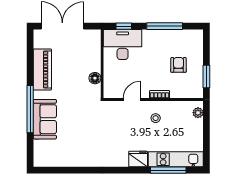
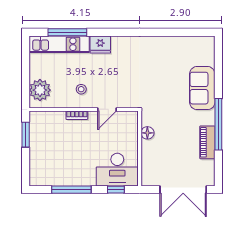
armchair: (178, 65) -> (56, 147), removed
piano: (42, 69) -> (207, 142), width x0.73, depth x0.75
window: (30, 109) -> (218, 124), moved
plant: (198, 113) -> (40, 90), width x1.88, depth x1.88

